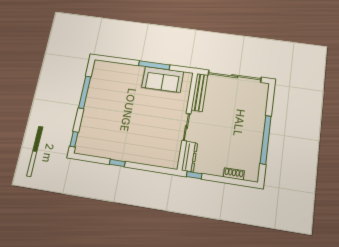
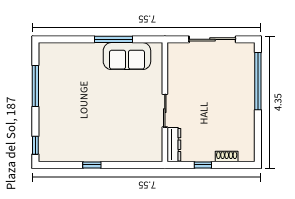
sliding door: (235, 76) -> (212, 39), width x0.73
bench: (199, 92) -> (174, 66), removed
window: (266, 140) -> (258, 81), moved
window: (194, 175) -> (203, 165), moved

